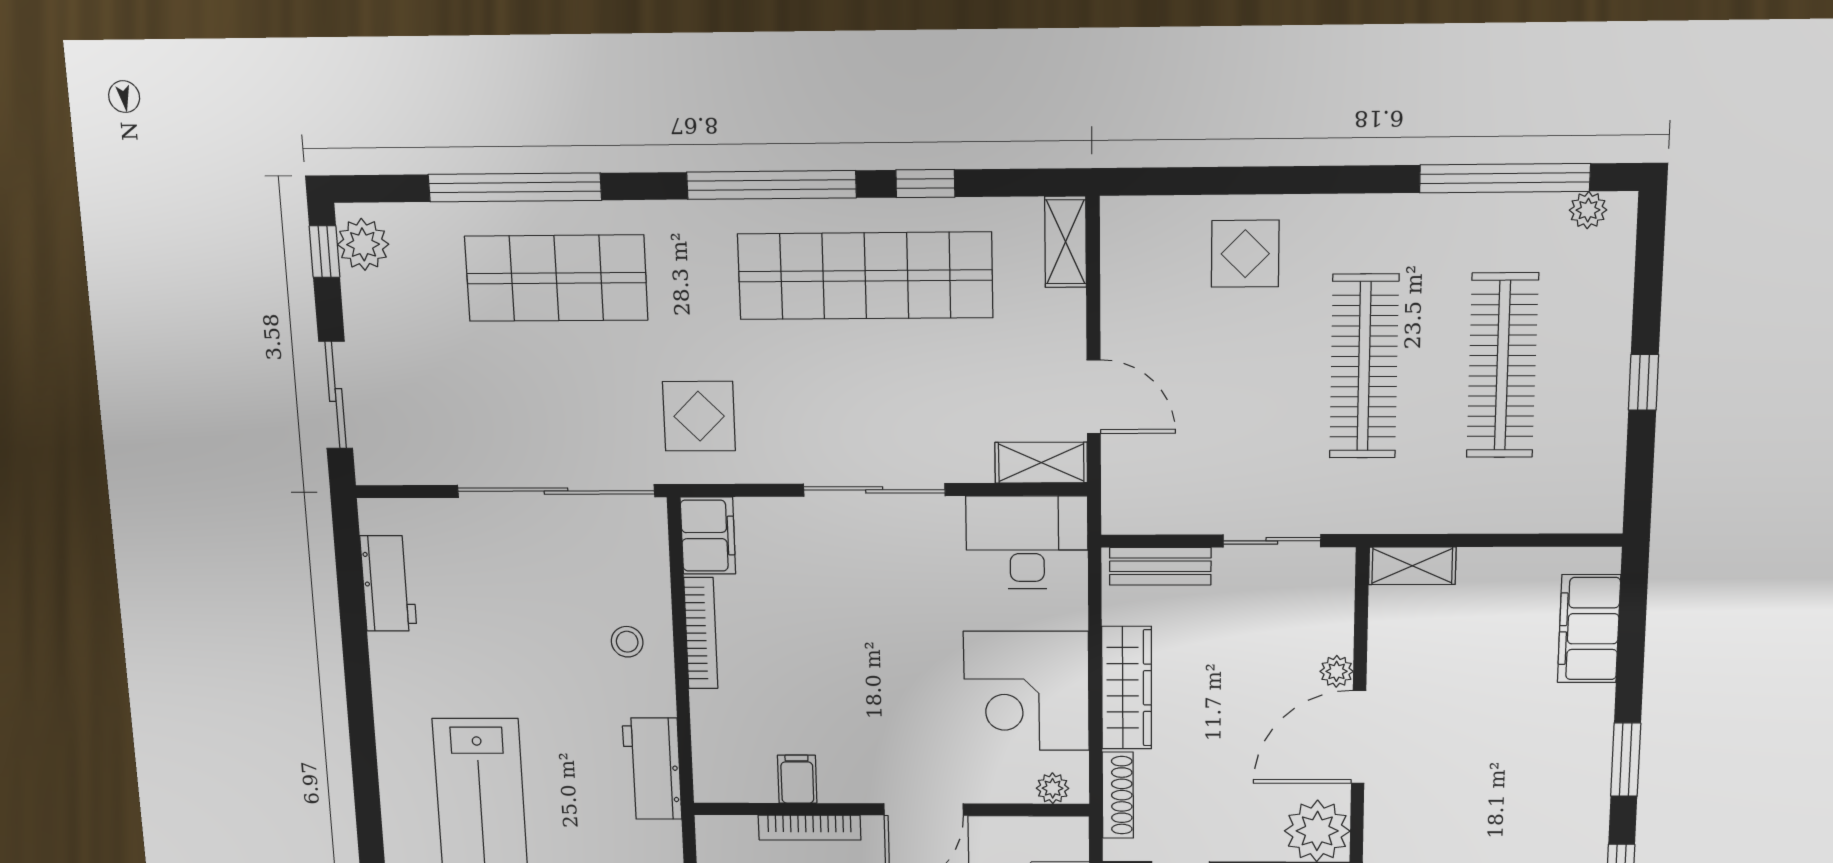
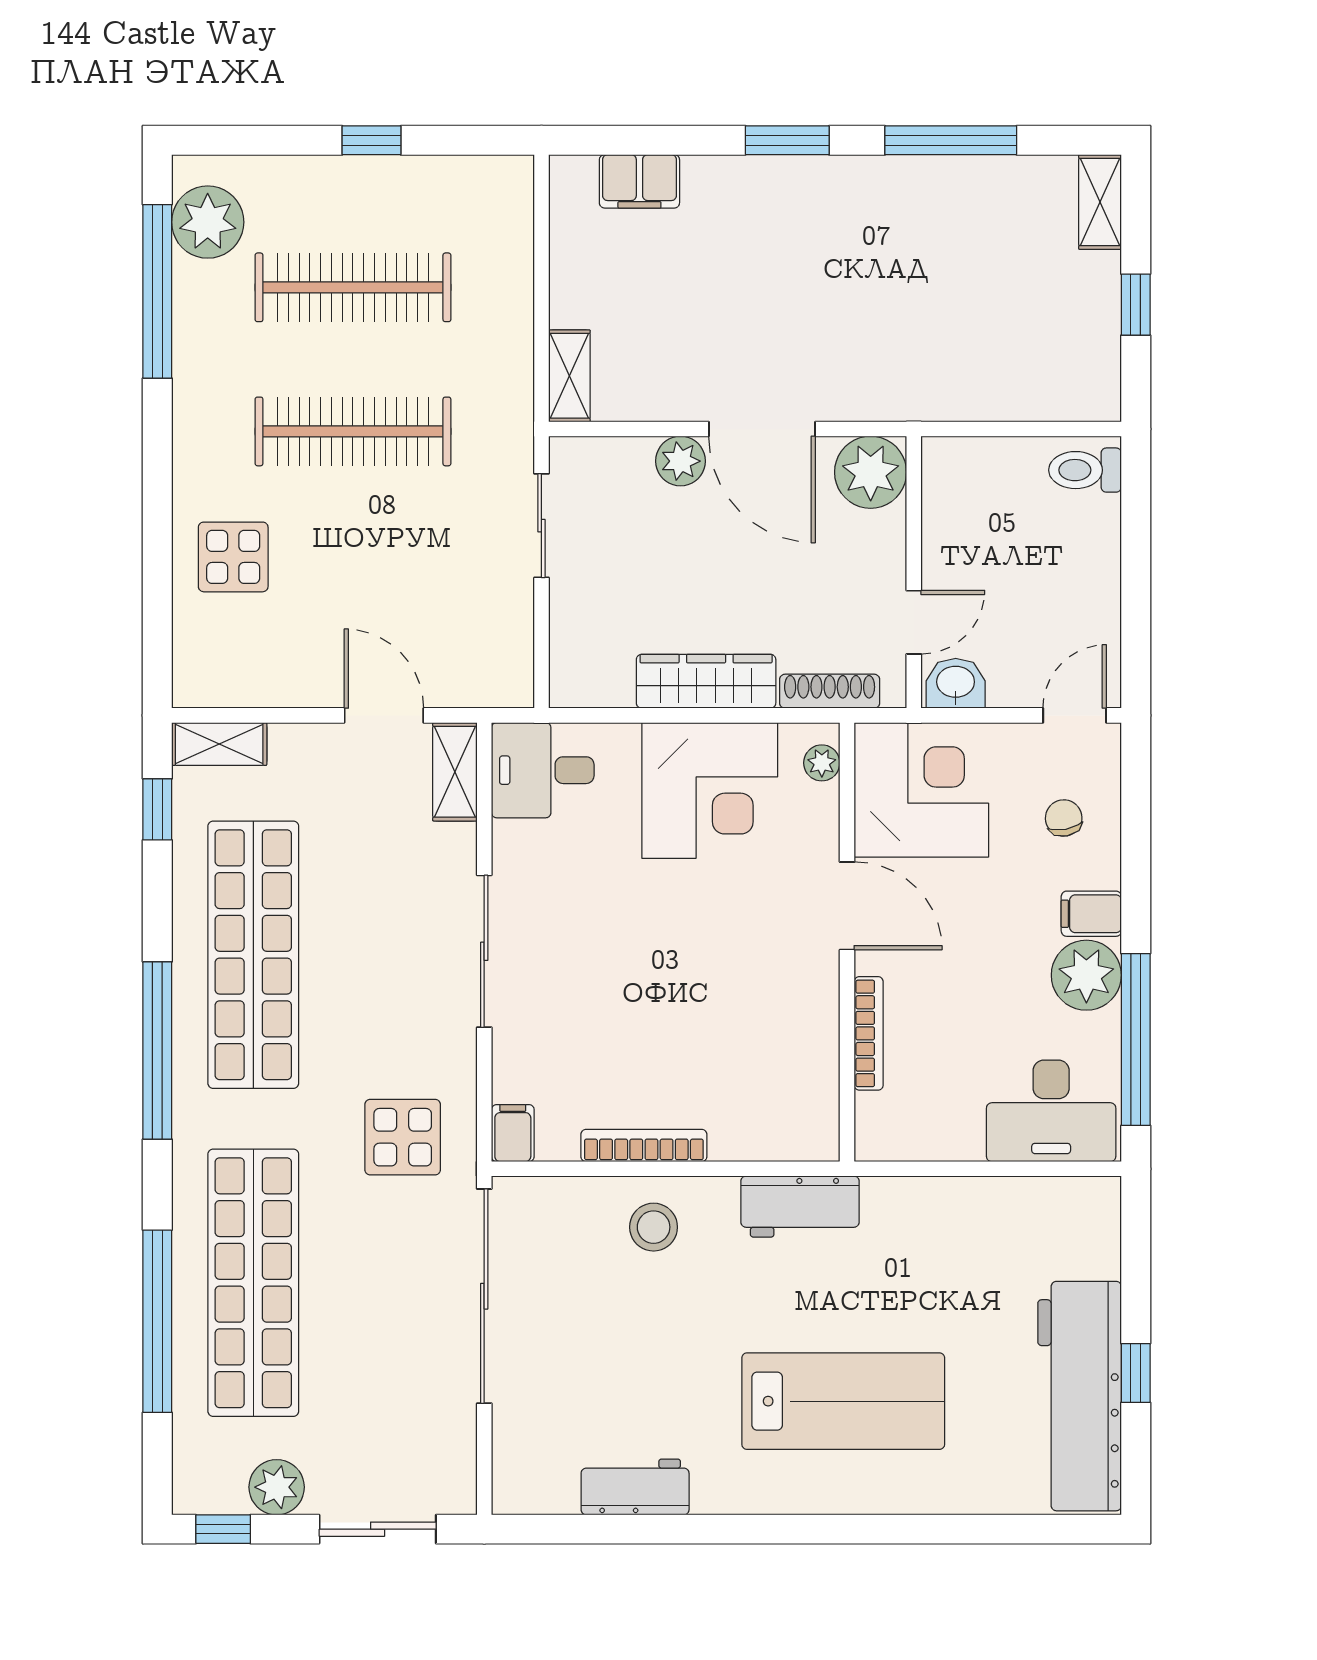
window: (925, 184) -> (157, 809), moved
plant: (1588, 210) -> (208, 222), width x1.87, depth x1.87
plant: (363, 244) -> (277, 1487), moved
shop shelf: (556, 278) -> (253, 1283), width x1.40
door: (1094, 397) -> (384, 715), hinge flipped
filing cabinet: (708, 536) -> (513, 1133), width x0.50
desk: (1027, 543) -> (543, 770), width x0.73
bench: (1160, 566) -> (569, 645), removed
workbench: (388, 584) -> (635, 1487), moved
filing cabinet: (1589, 629) -> (639, 181), width x0.67, depth x0.86
stool: (627, 642) -> (654, 1227), width x1.37, depth x1.37
plant: (1337, 671) -> (681, 461), width x1.38, depth x1.38
filing cabinet: (797, 779) -> (812, 1045), removed

